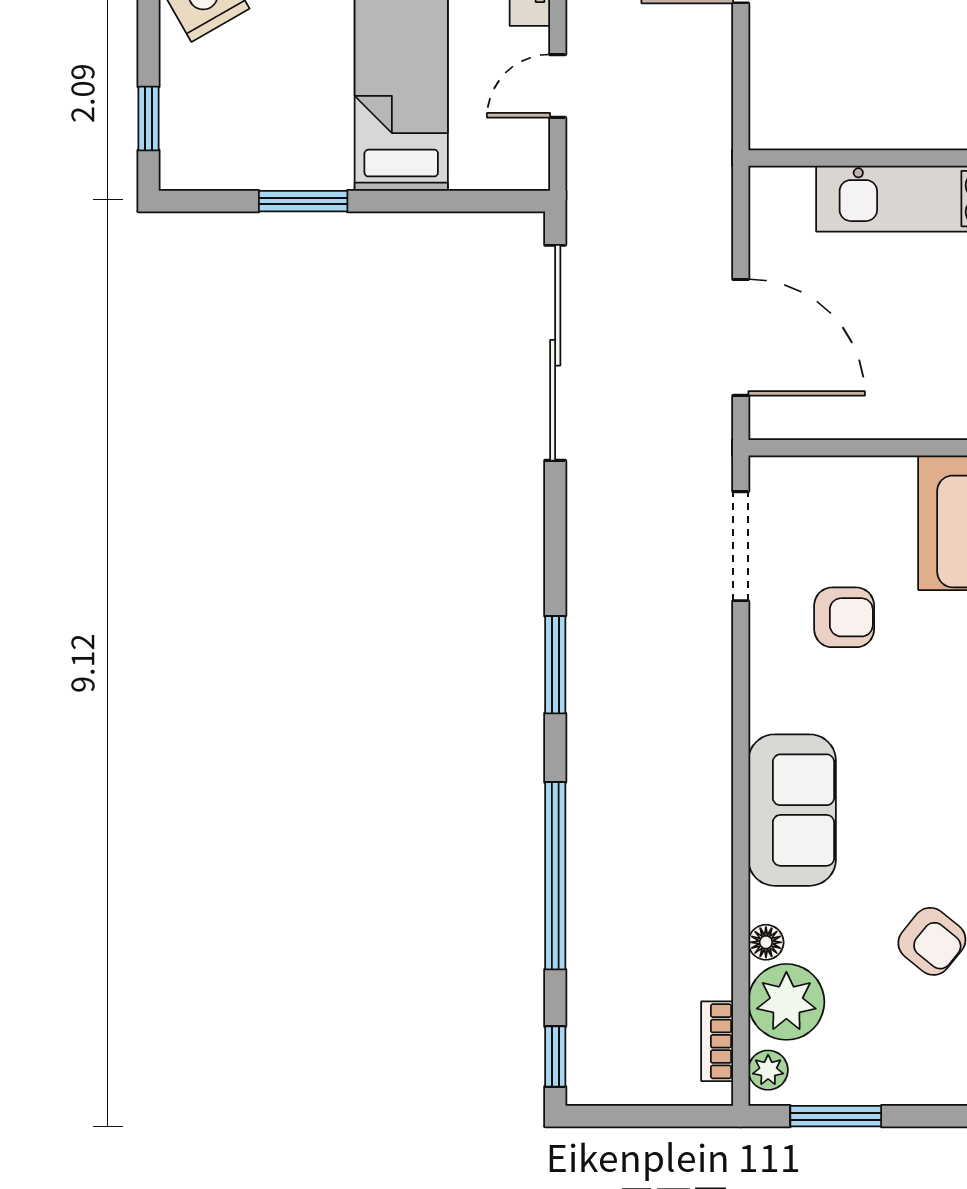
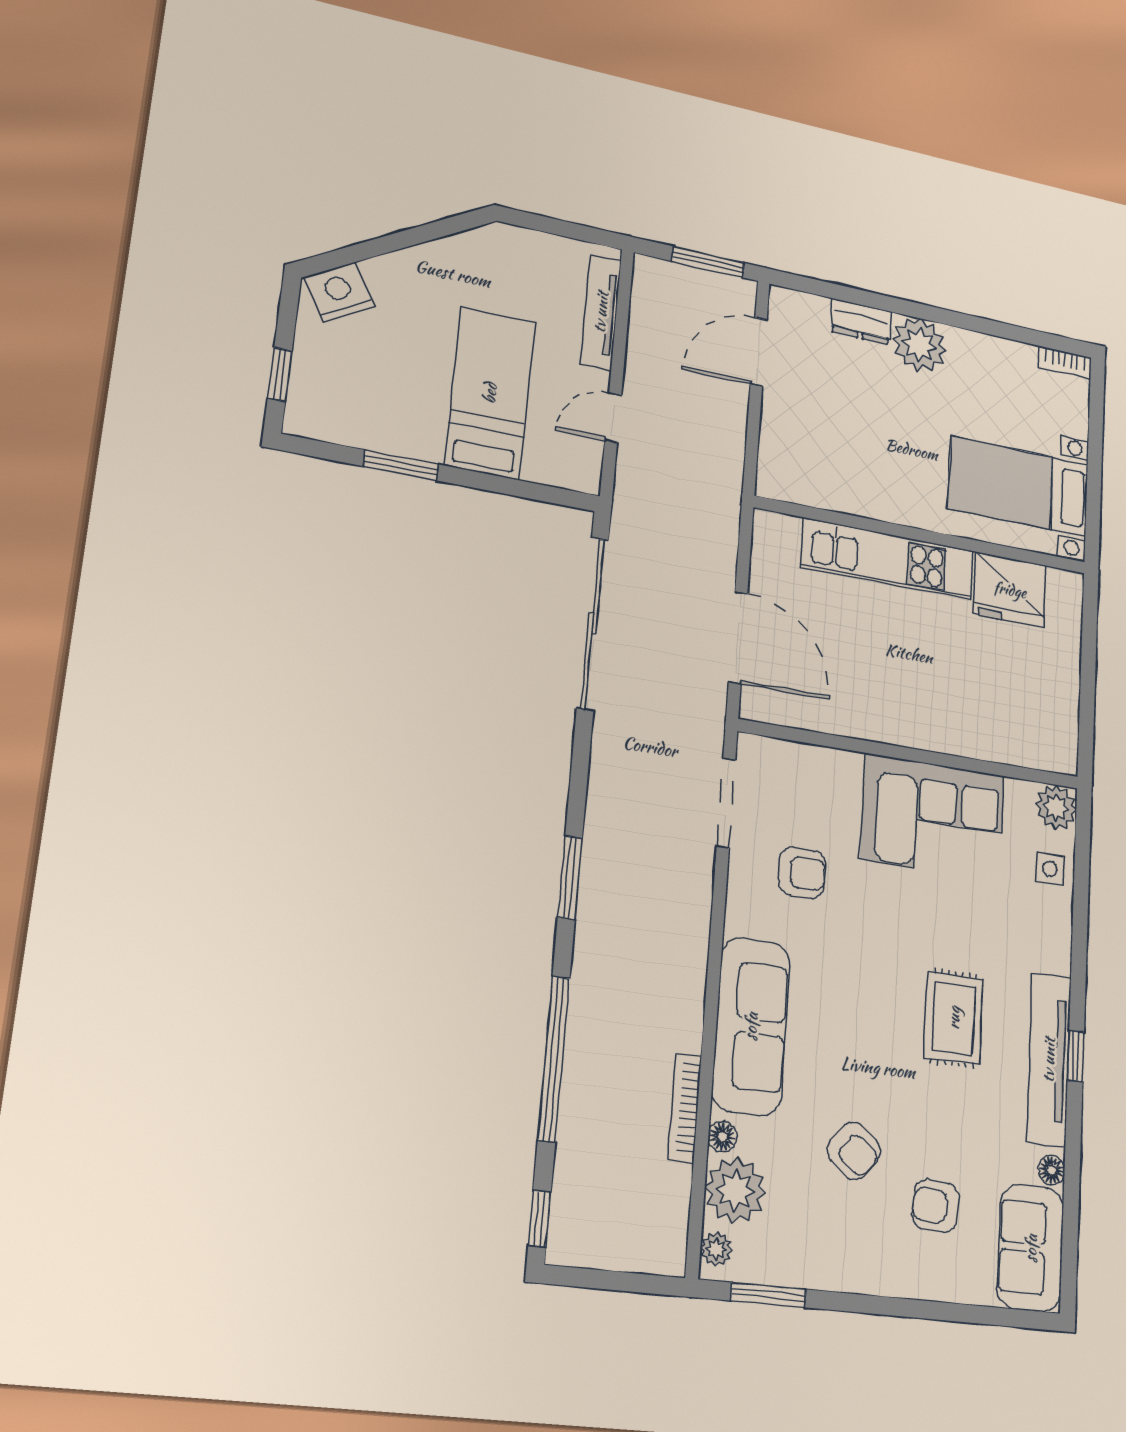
sofa: (792, 810) -> (751, 1026), width x1.36
bookcase: (717, 1041) -> (685, 1107), moved, width x1.56

